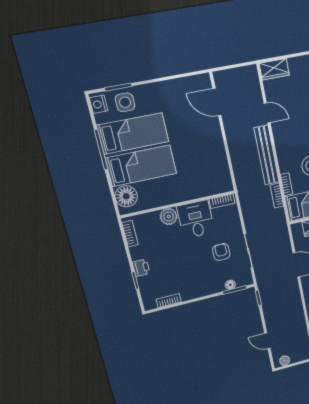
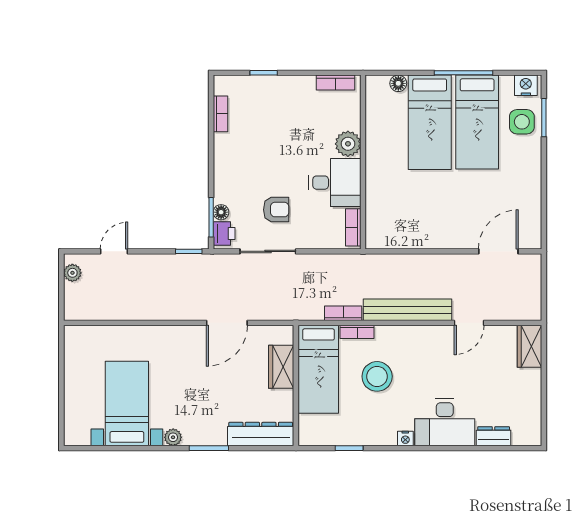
floor lamp: (126, 196) -> (398, 83), width x0.53, depth x0.53
printer: (141, 268) -> (224, 234), moved, turned -90

